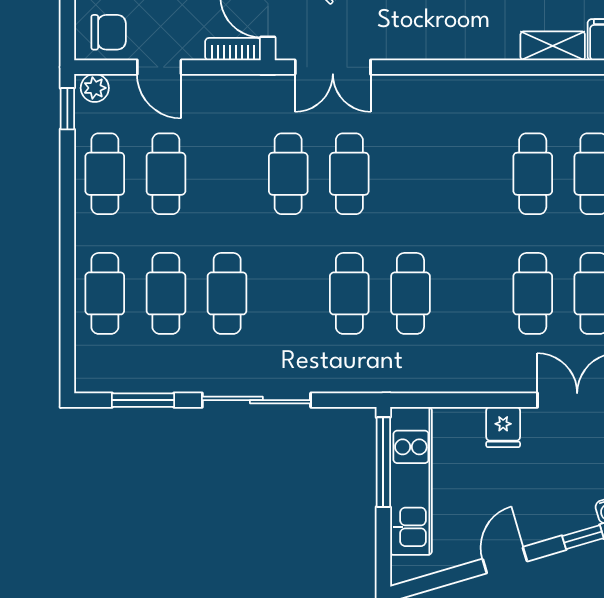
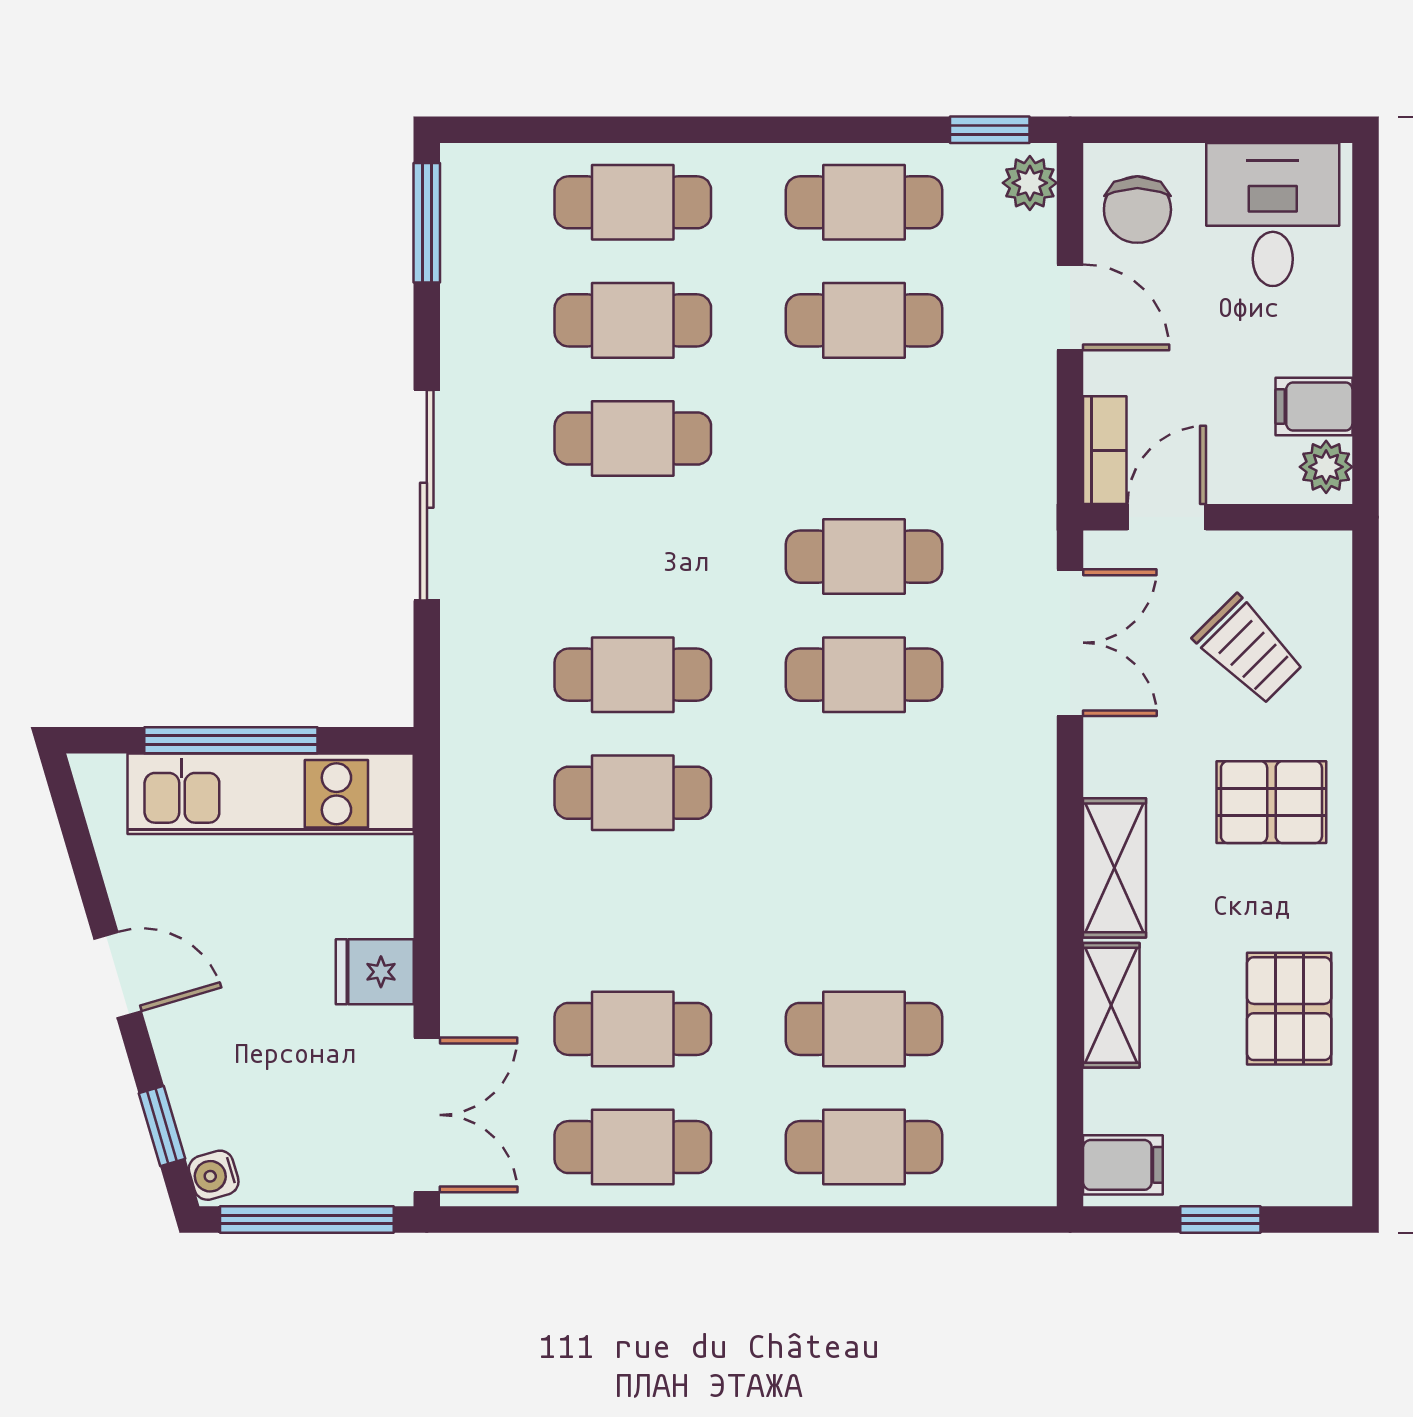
shelving: (449, 44) -> (1115, 868), added
shelving: (553, 46) -> (1111, 1005), moved
door: (159, 67) -> (1070, 307), swing flipped
double door: (333, 67) -> (1070, 643), swing flipped
window: (143, 400) -> (427, 223), moved
window: (383, 462) -> (231, 740), moved

